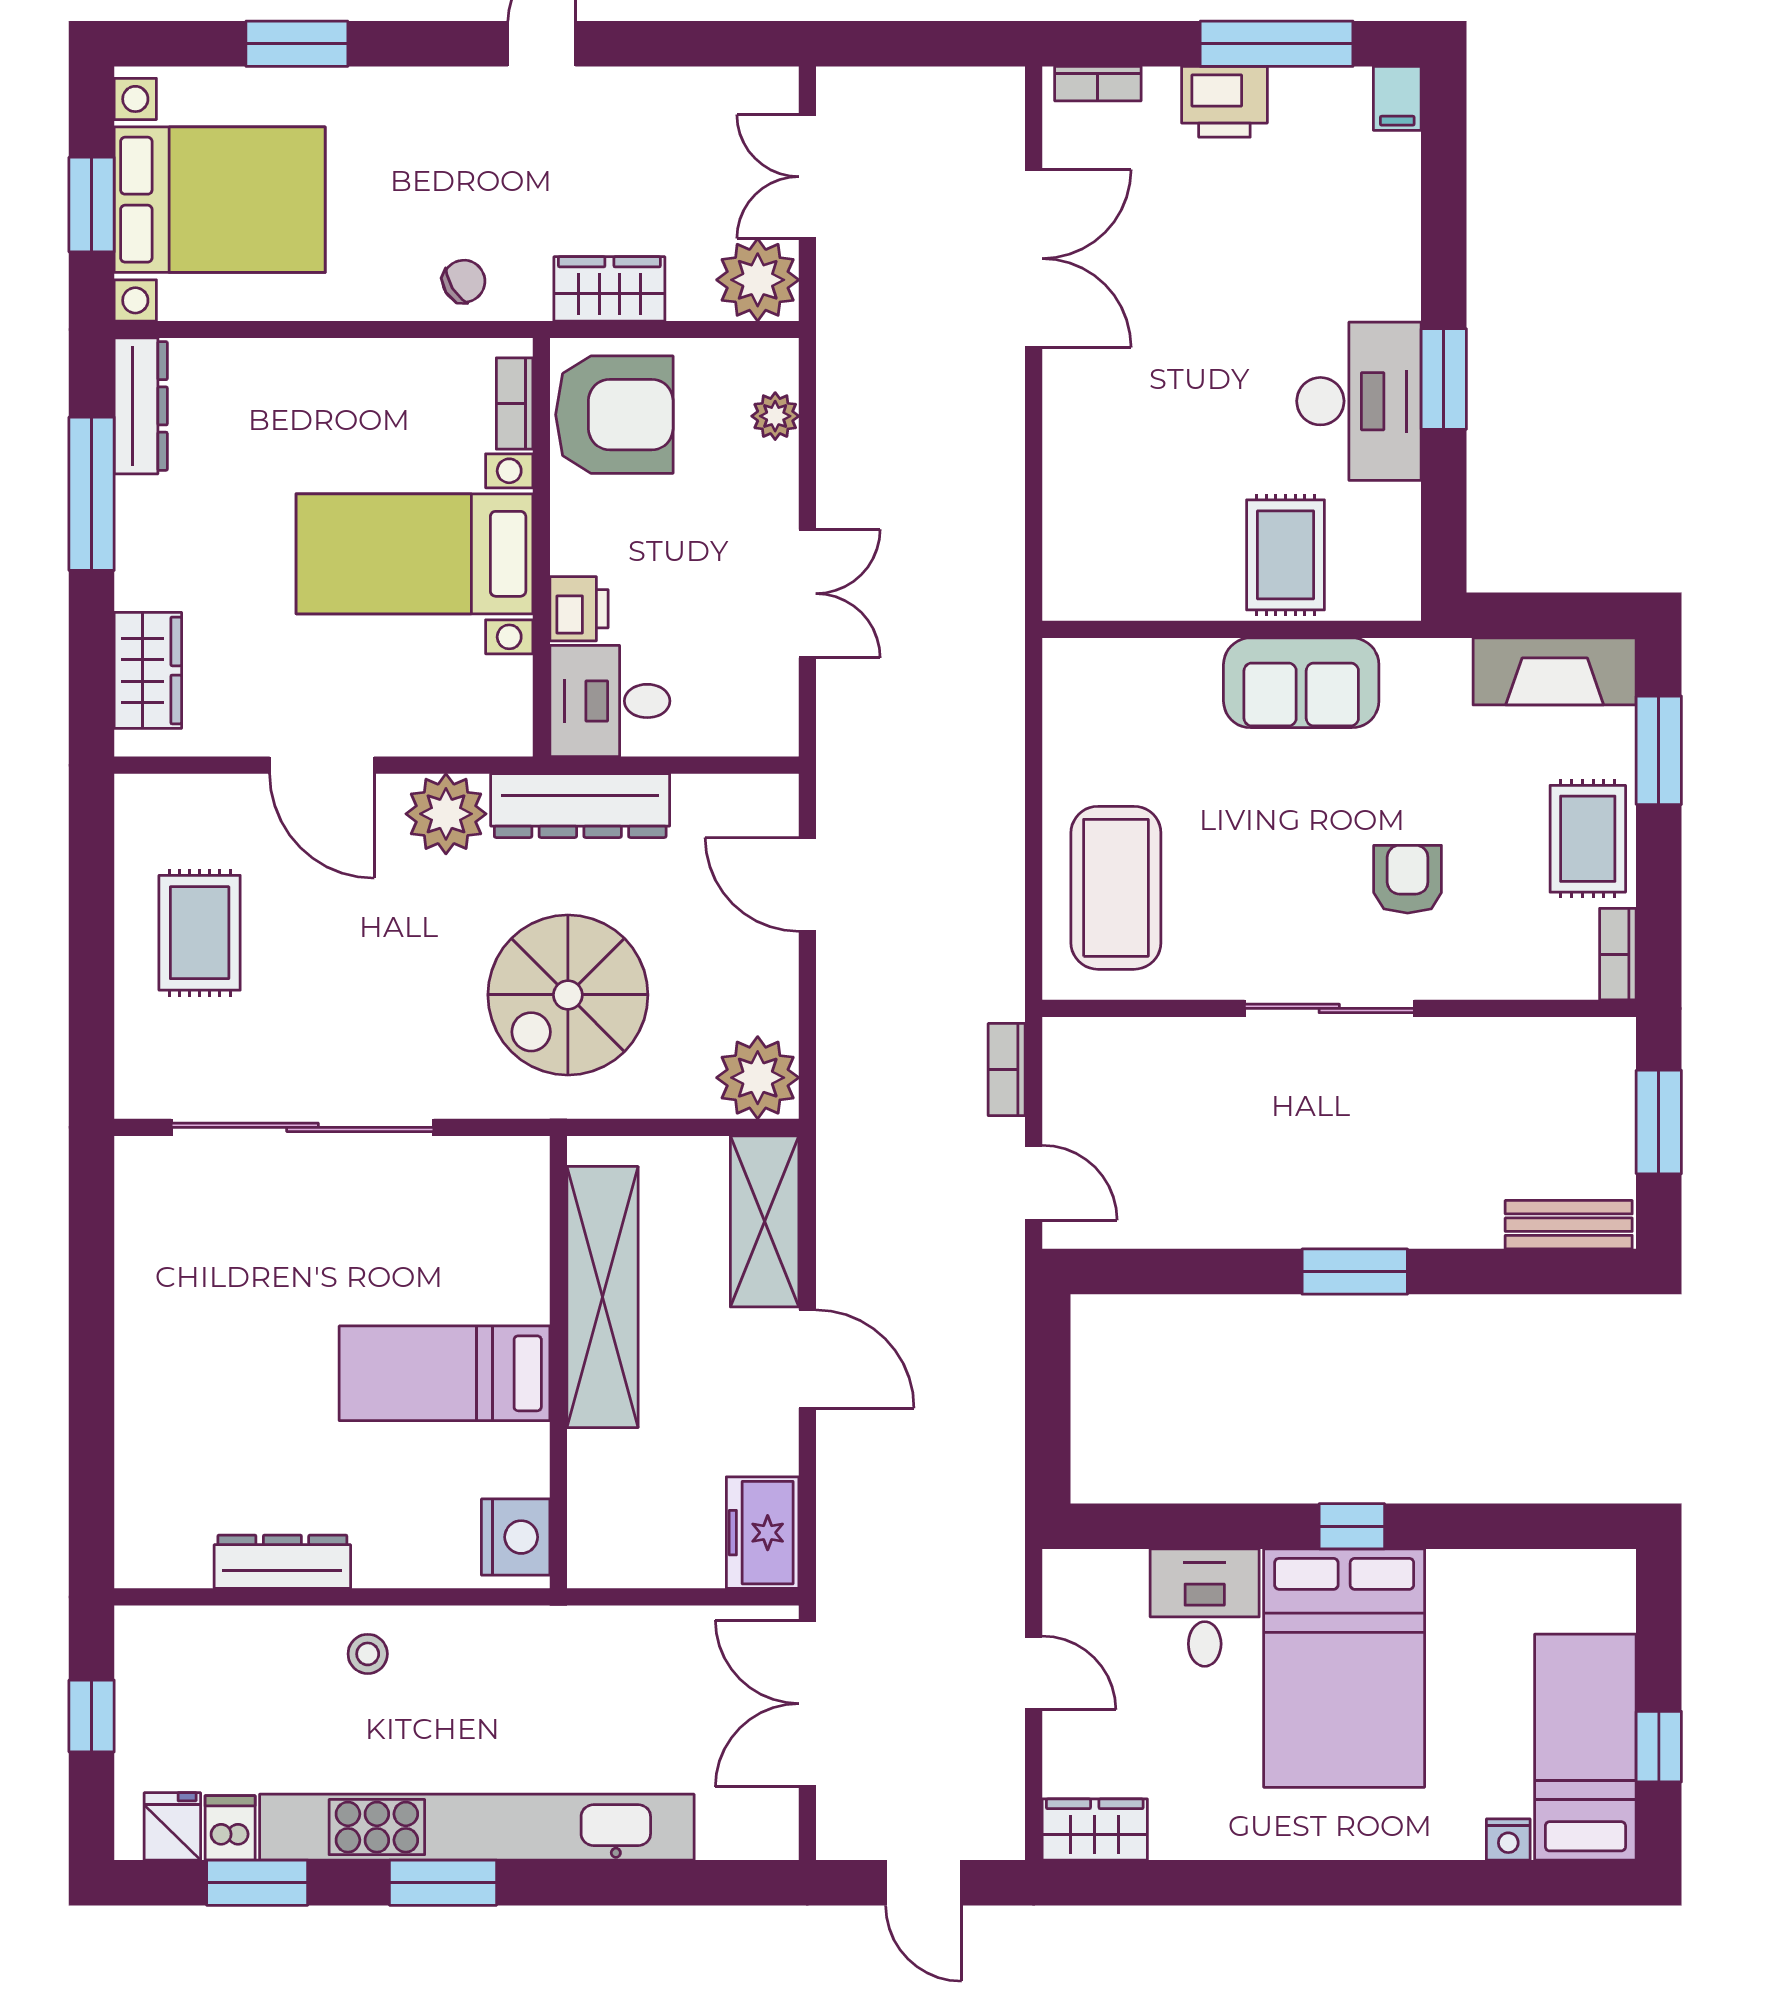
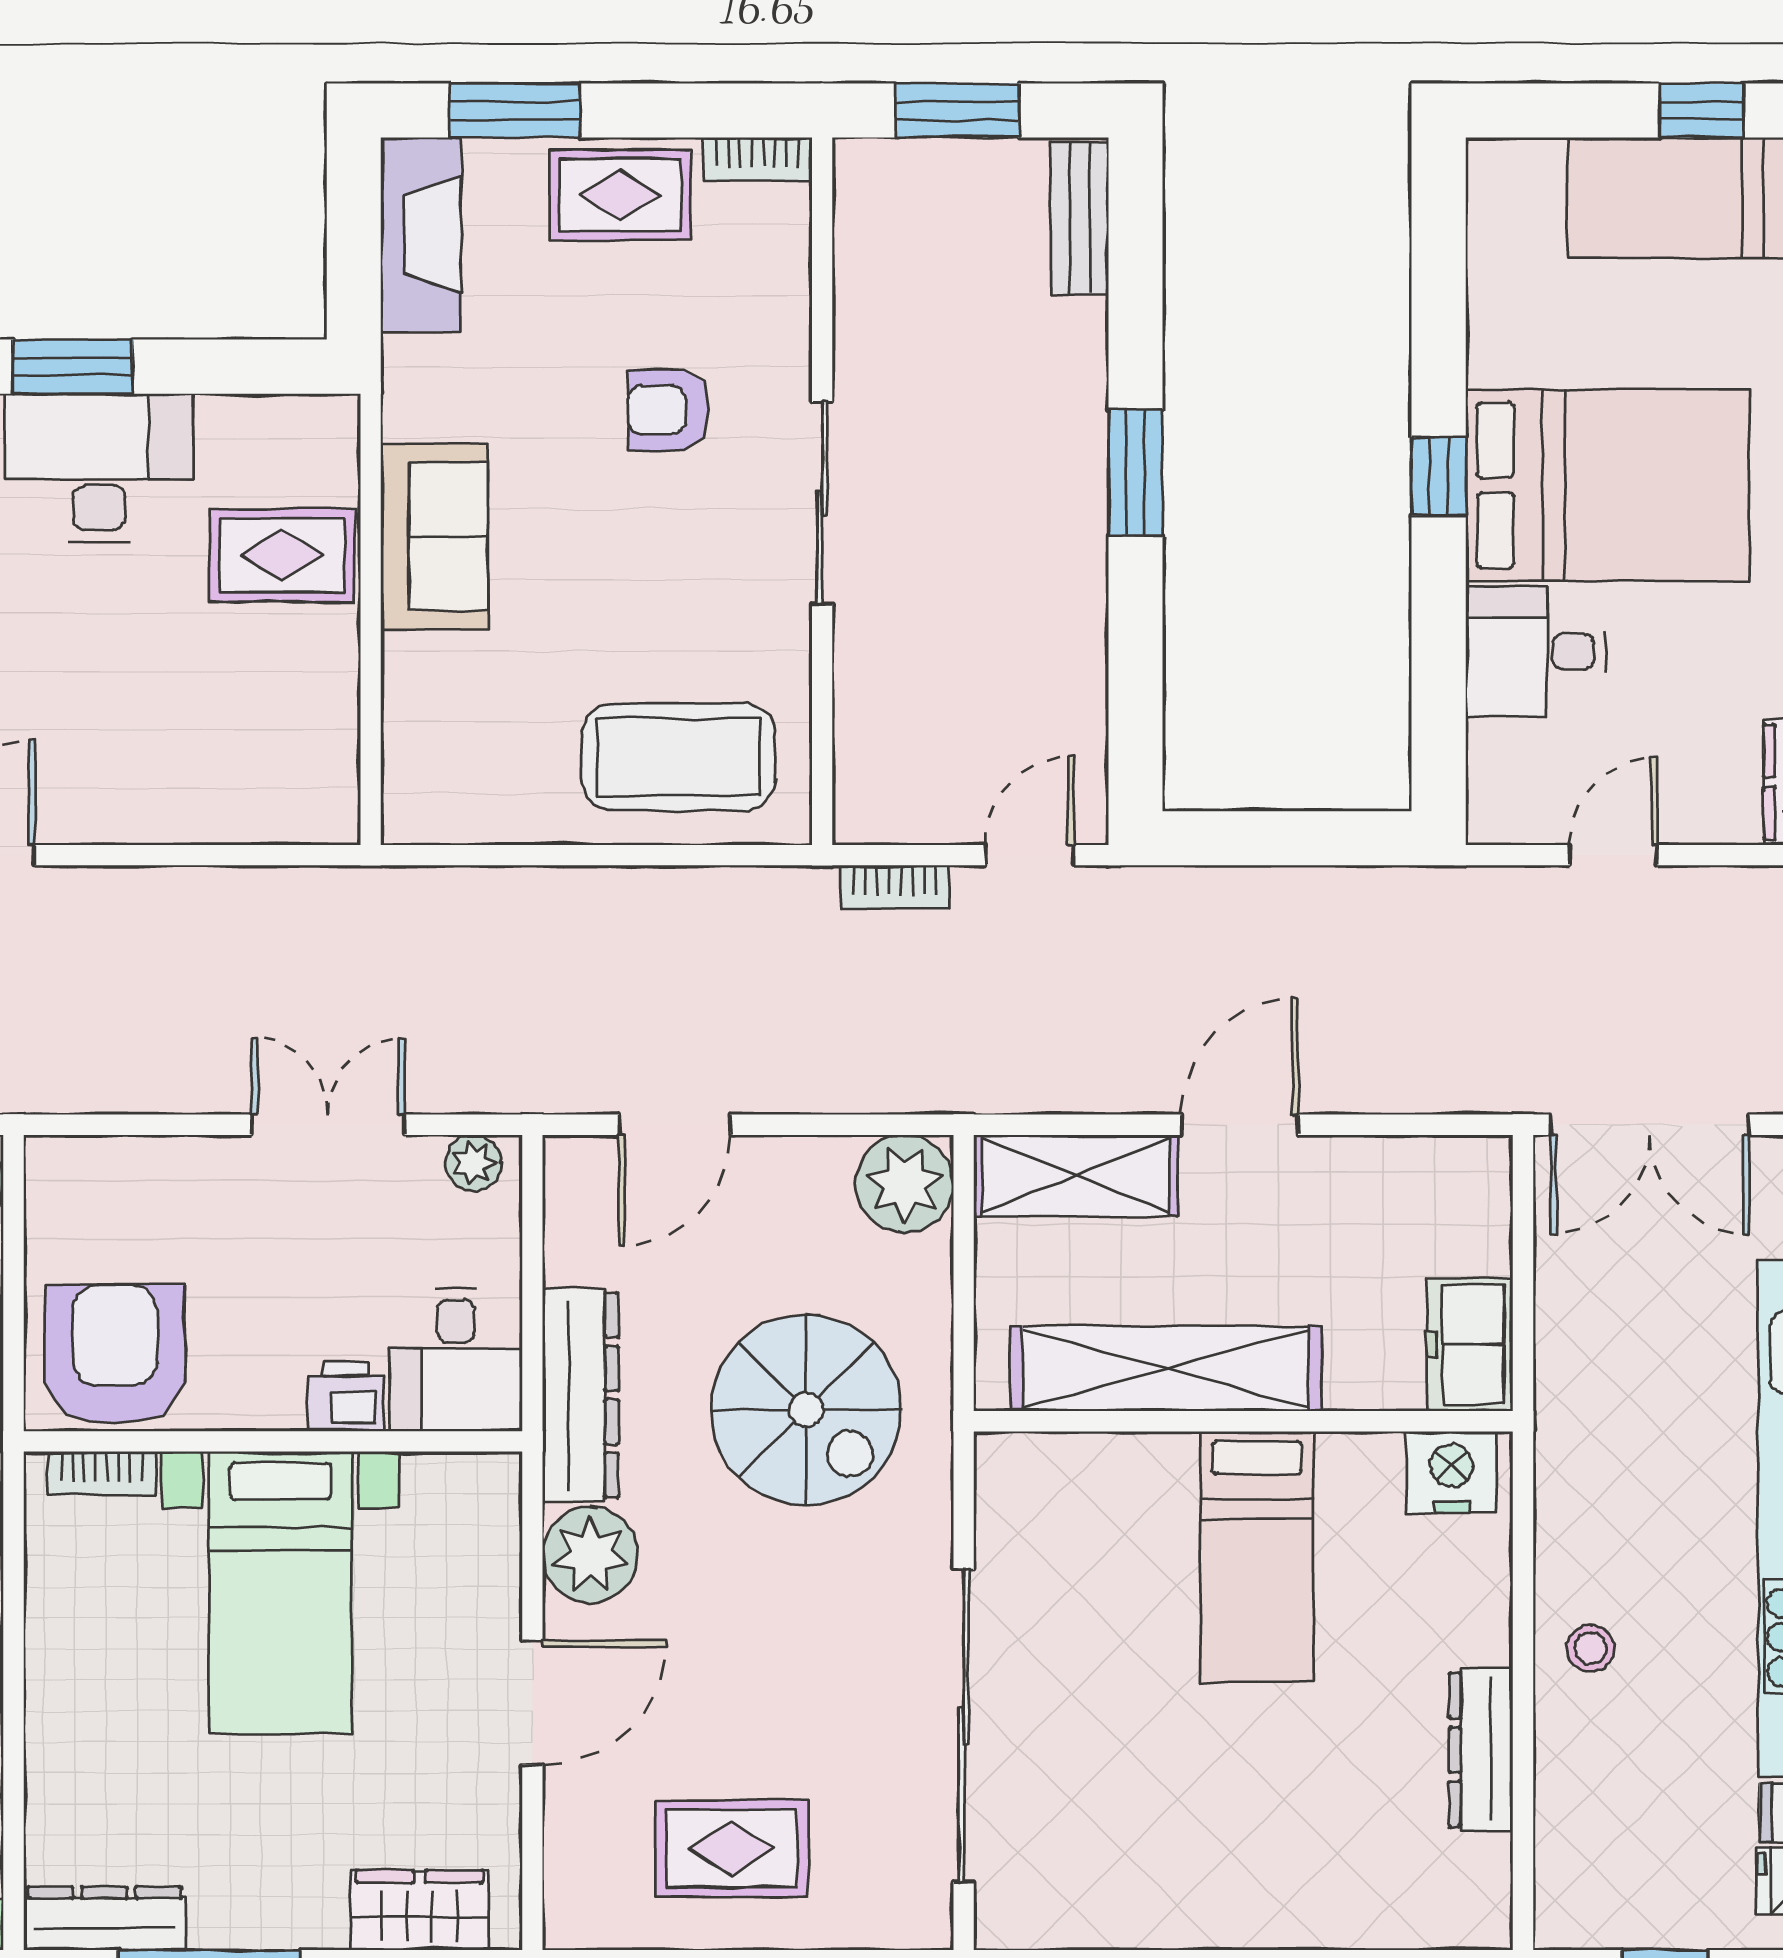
plant: (775, 416) -> (473, 1163), moved
freezer: (763, 1533) -> (1470, 1345), moved, turned 90

